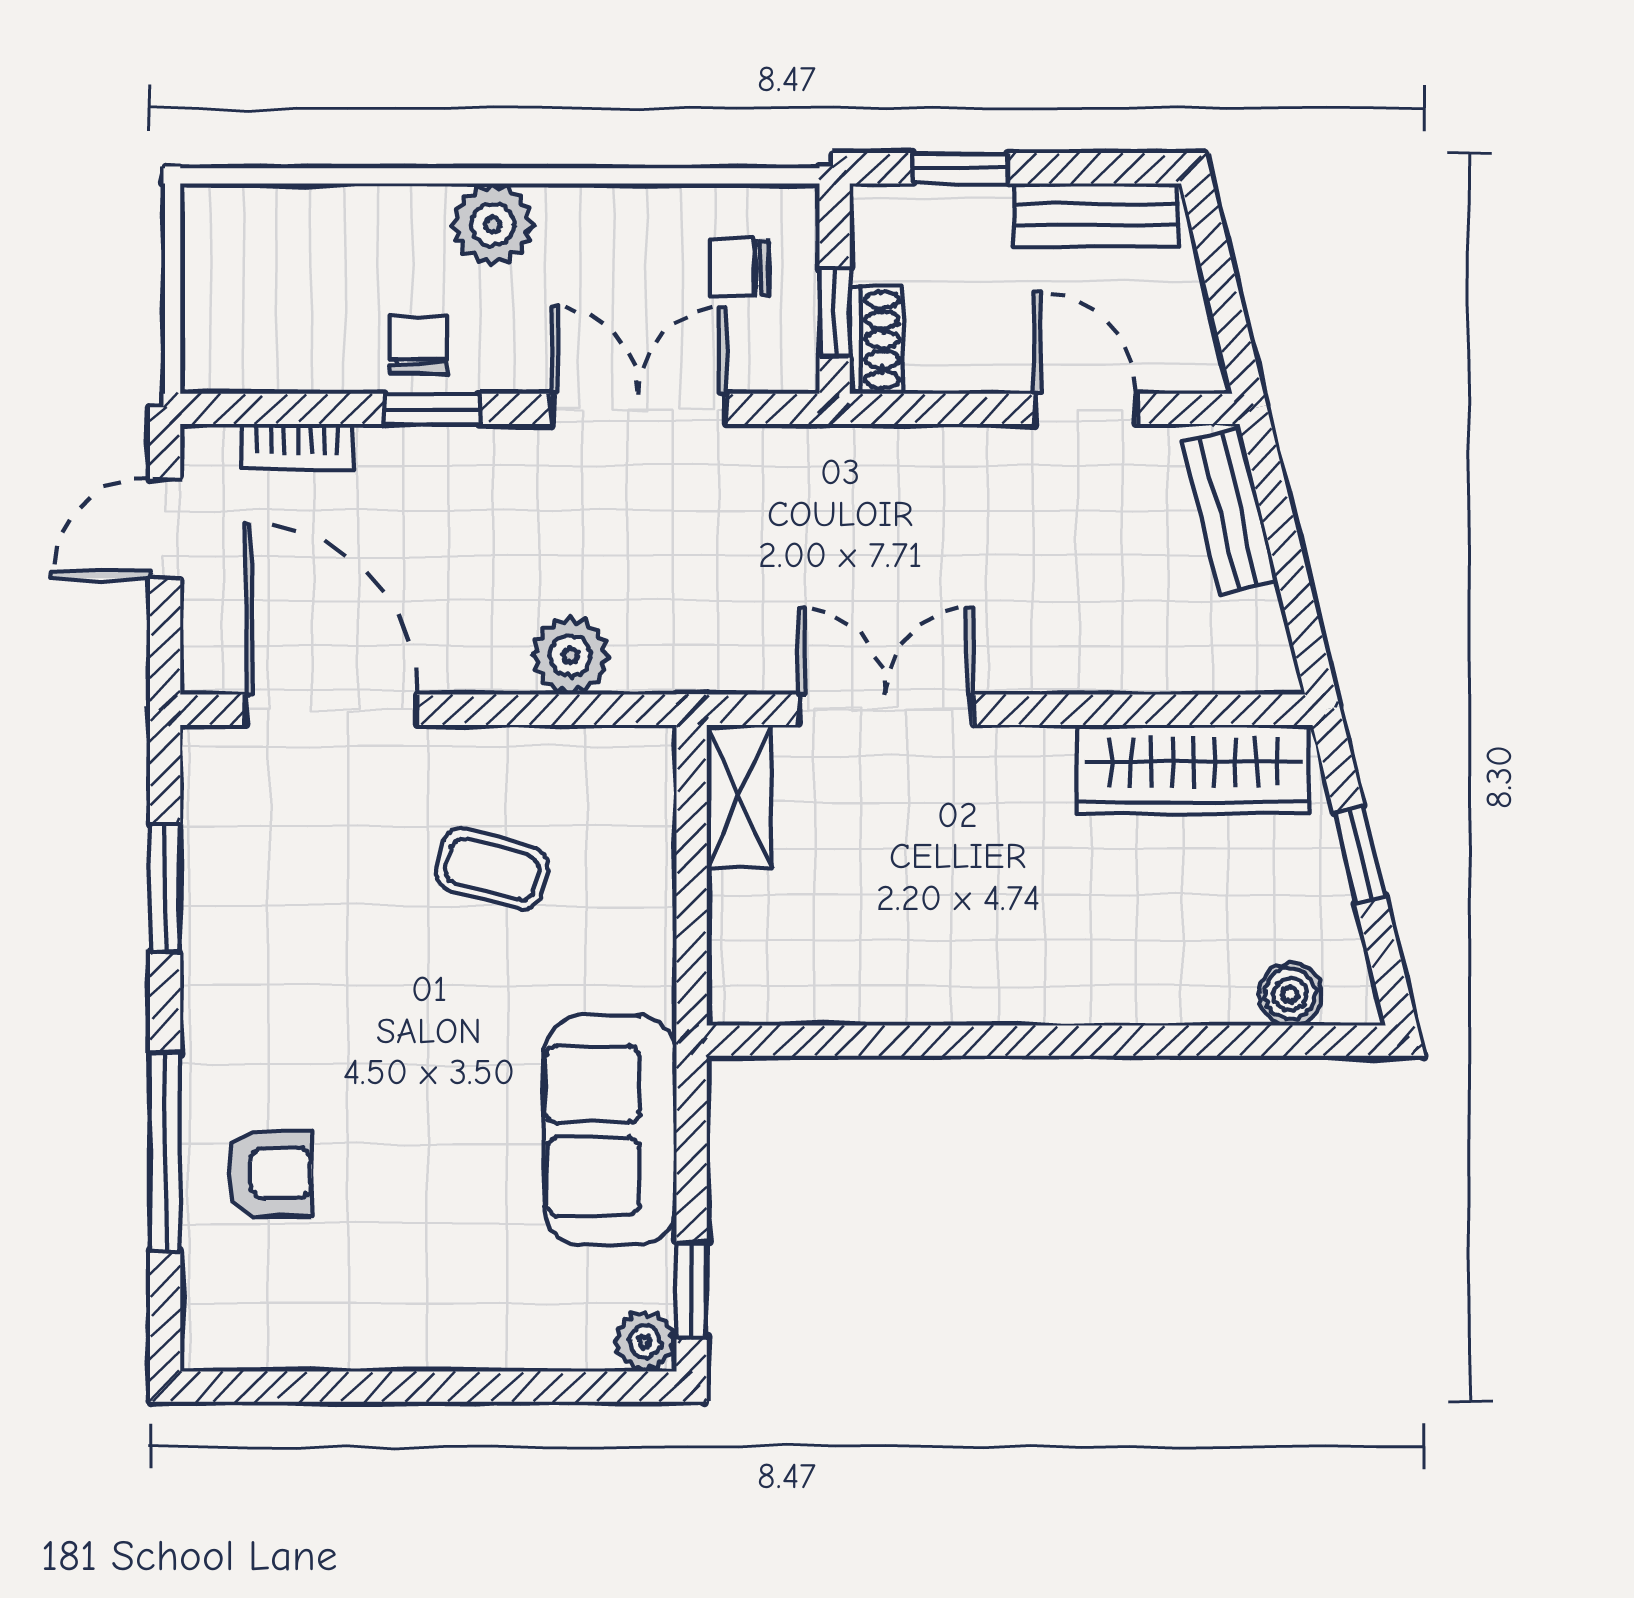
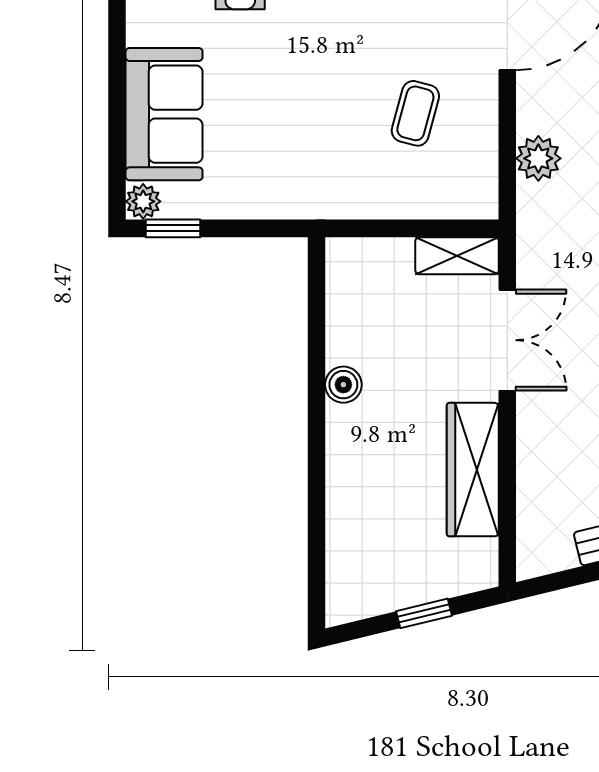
wardrobe: (1193, 770) -> (473, 470), moved
boiler: (1290, 994) -> (343, 385), moved
sofa: (610, 1130) -> (164, 114), moved, turned 90

